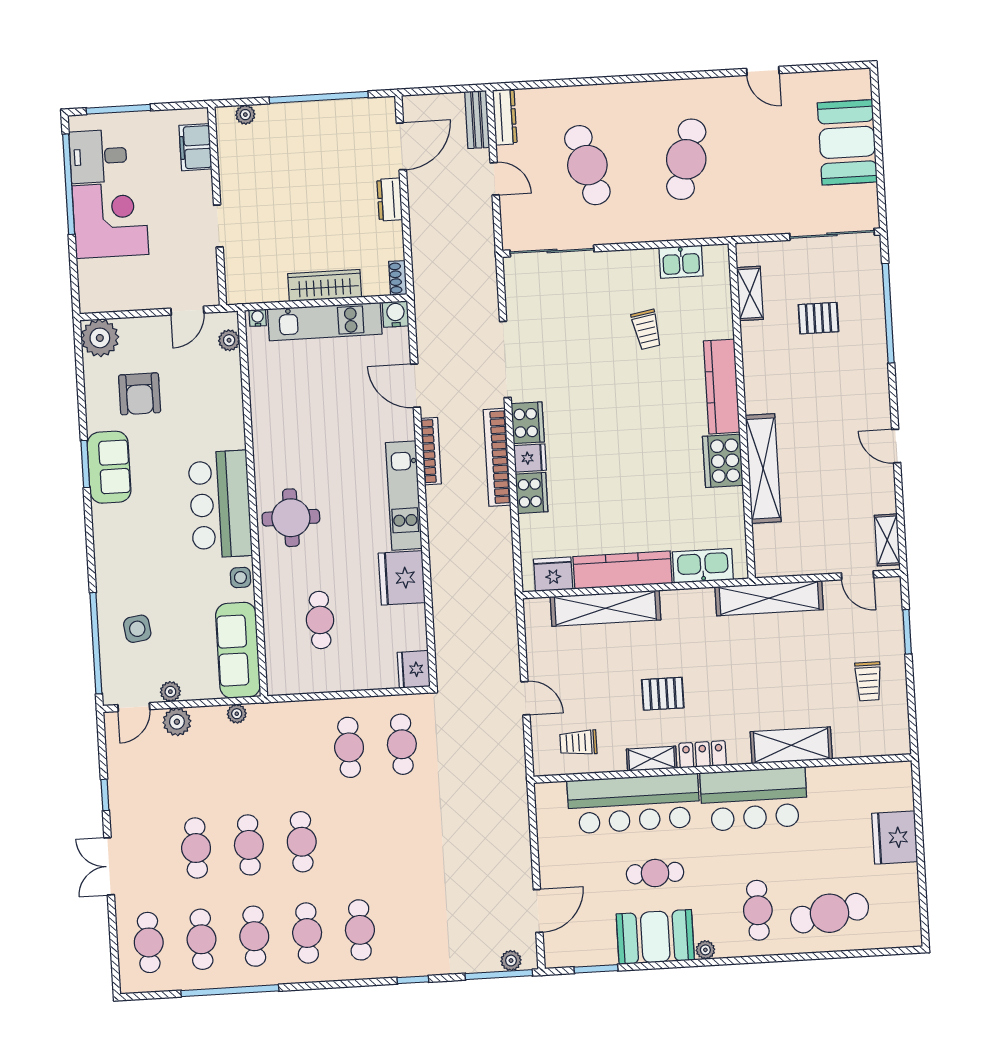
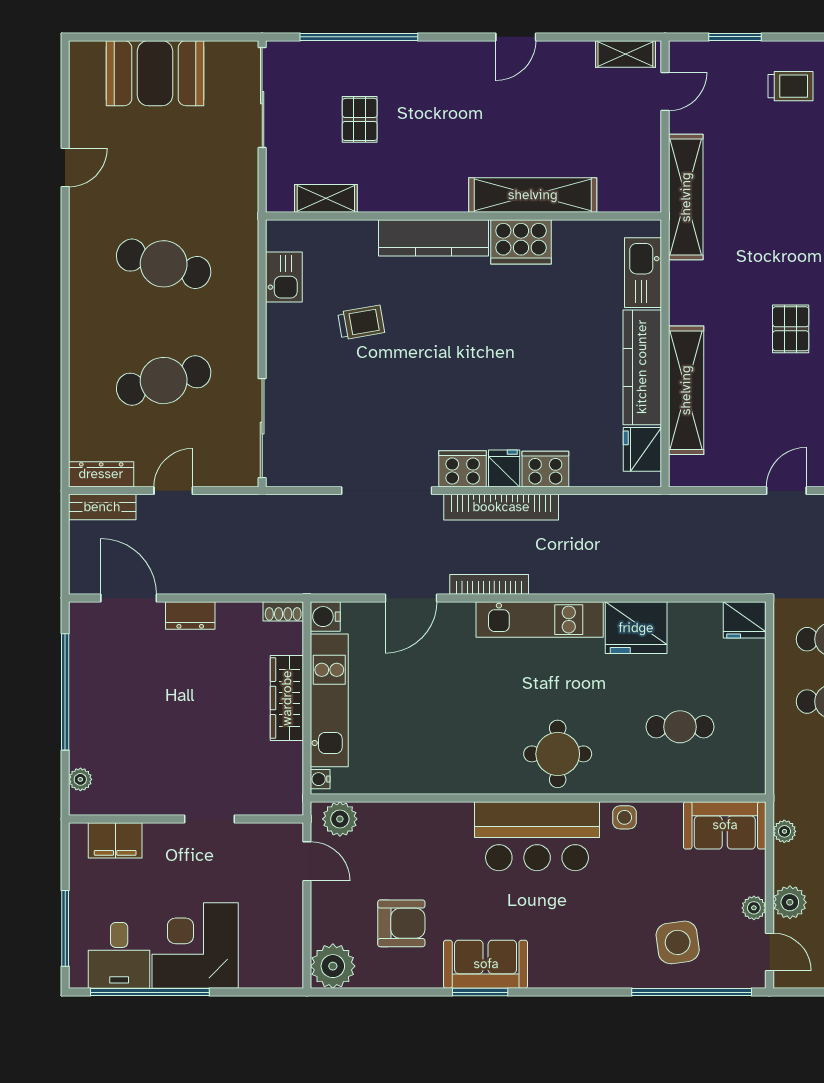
plant: (229, 340) -> (340, 819), width x1.38, depth x1.38
side table: (137, 629) -> (678, 942), width x1.37, depth x1.37
sofa: (238, 650) -> (725, 825), width x0.73

